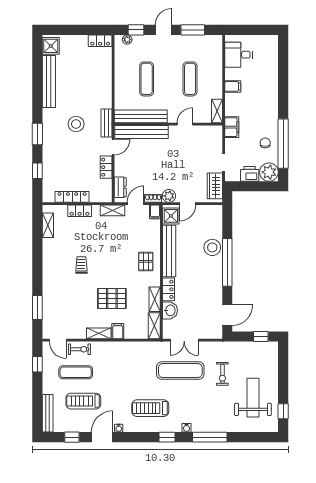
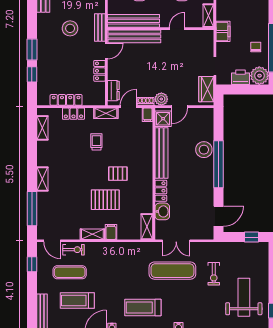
window: (37, 134) -> (32, 50), moved
pallet: (146, 261) -> (118, 174), moved, turned 90
trolley: (81, 265) -> (96, 142), moved
shelving: (155, 299) -> (42, 179), moved
window: (37, 307) -> (32, 209), width x1.44

